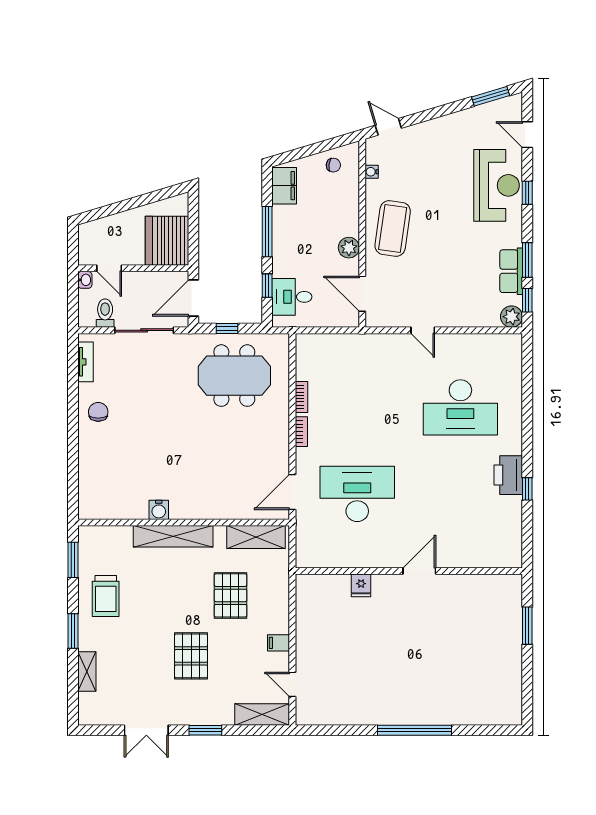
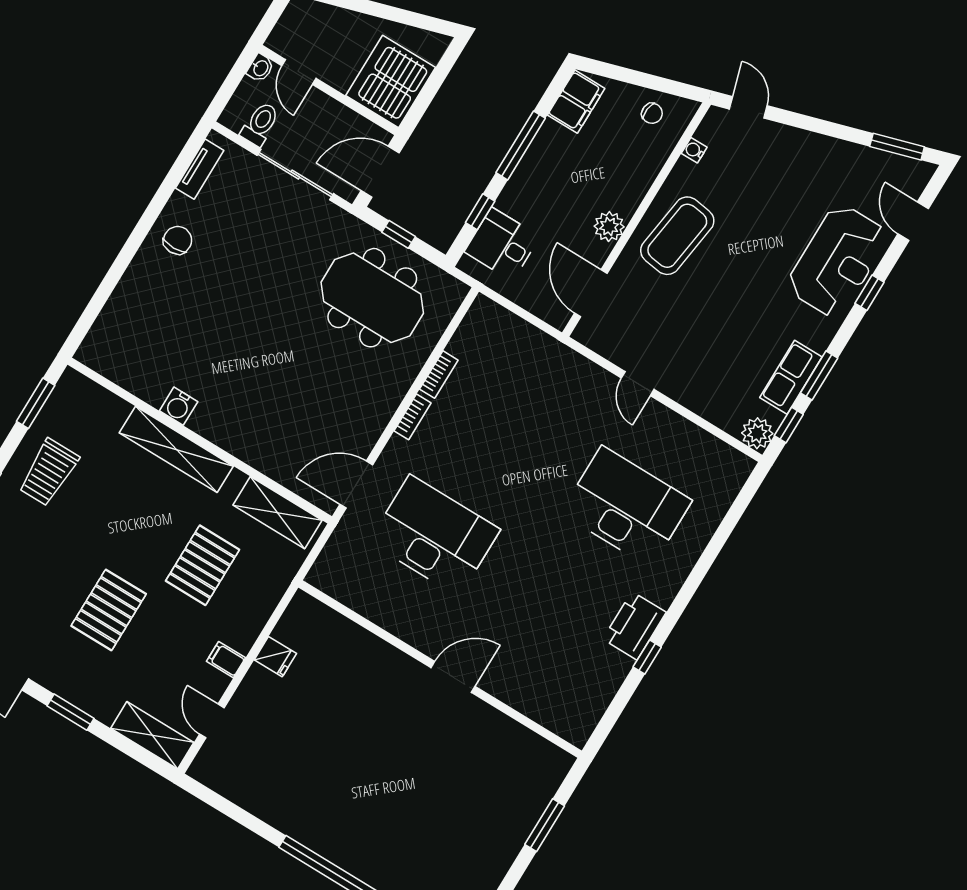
desk: (460, 407) -> (626, 507), turned 180
fridge: (361, 585) -> (275, 657), moved, turned -90

